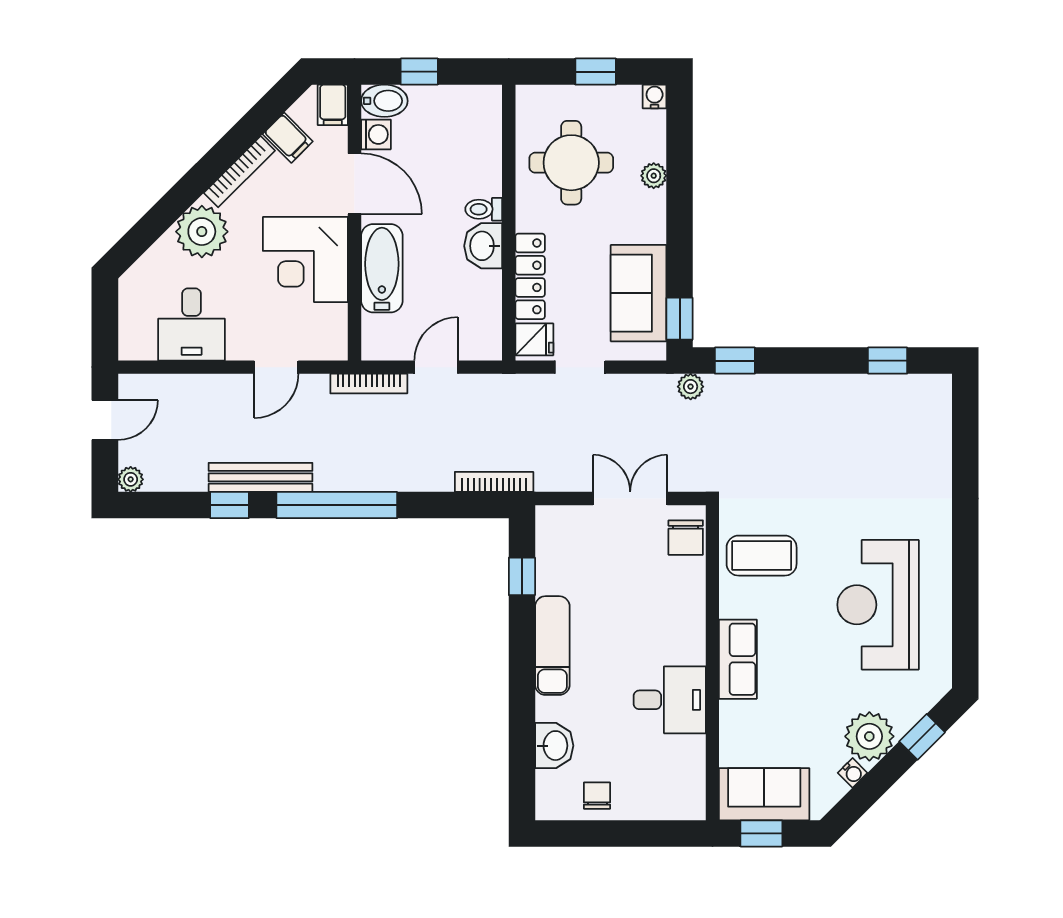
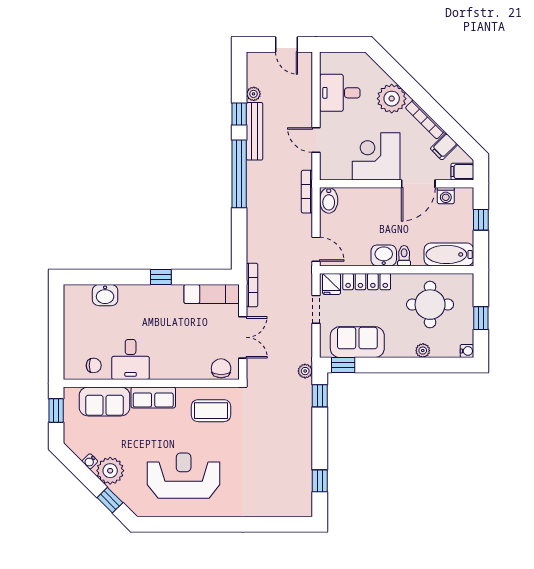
bidet: (384, 101) -> (329, 200), moved
bathtub: (382, 268) -> (449, 254), moved, turned 180
door: (436, 367) -> (316, 249), moved
plant: (131, 479) -> (254, 94), moved
bookcase: (494, 482) -> (252, 285), moved
chair: (686, 538) -> (221, 368), turned 90
coffee table: (762, 556) -> (211, 411), turned 90
window: (522, 576) -> (161, 277), moved
exam couch: (552, 646) -> (212, 294), moved
sofa: (764, 794) -> (104, 401), moved, turned 90
chair: (597, 796) -> (94, 365), moved

